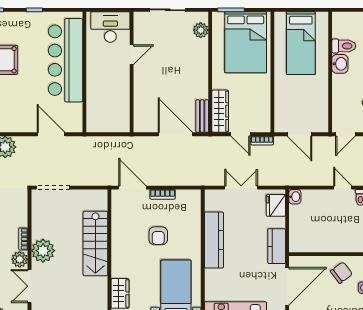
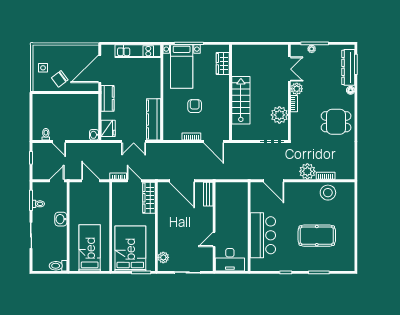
toilet: (344, 46) -> (58, 266), moved
bar counter: (65, 60) -> (263, 235), width x0.73
washbasin: (340, 64) -> (61, 219), moved
bench: (202, 116) -> (208, 194), moved
kitchen counter: (214, 240) -> (154, 119), moved
plant: (43, 251) -> (279, 115), moved

